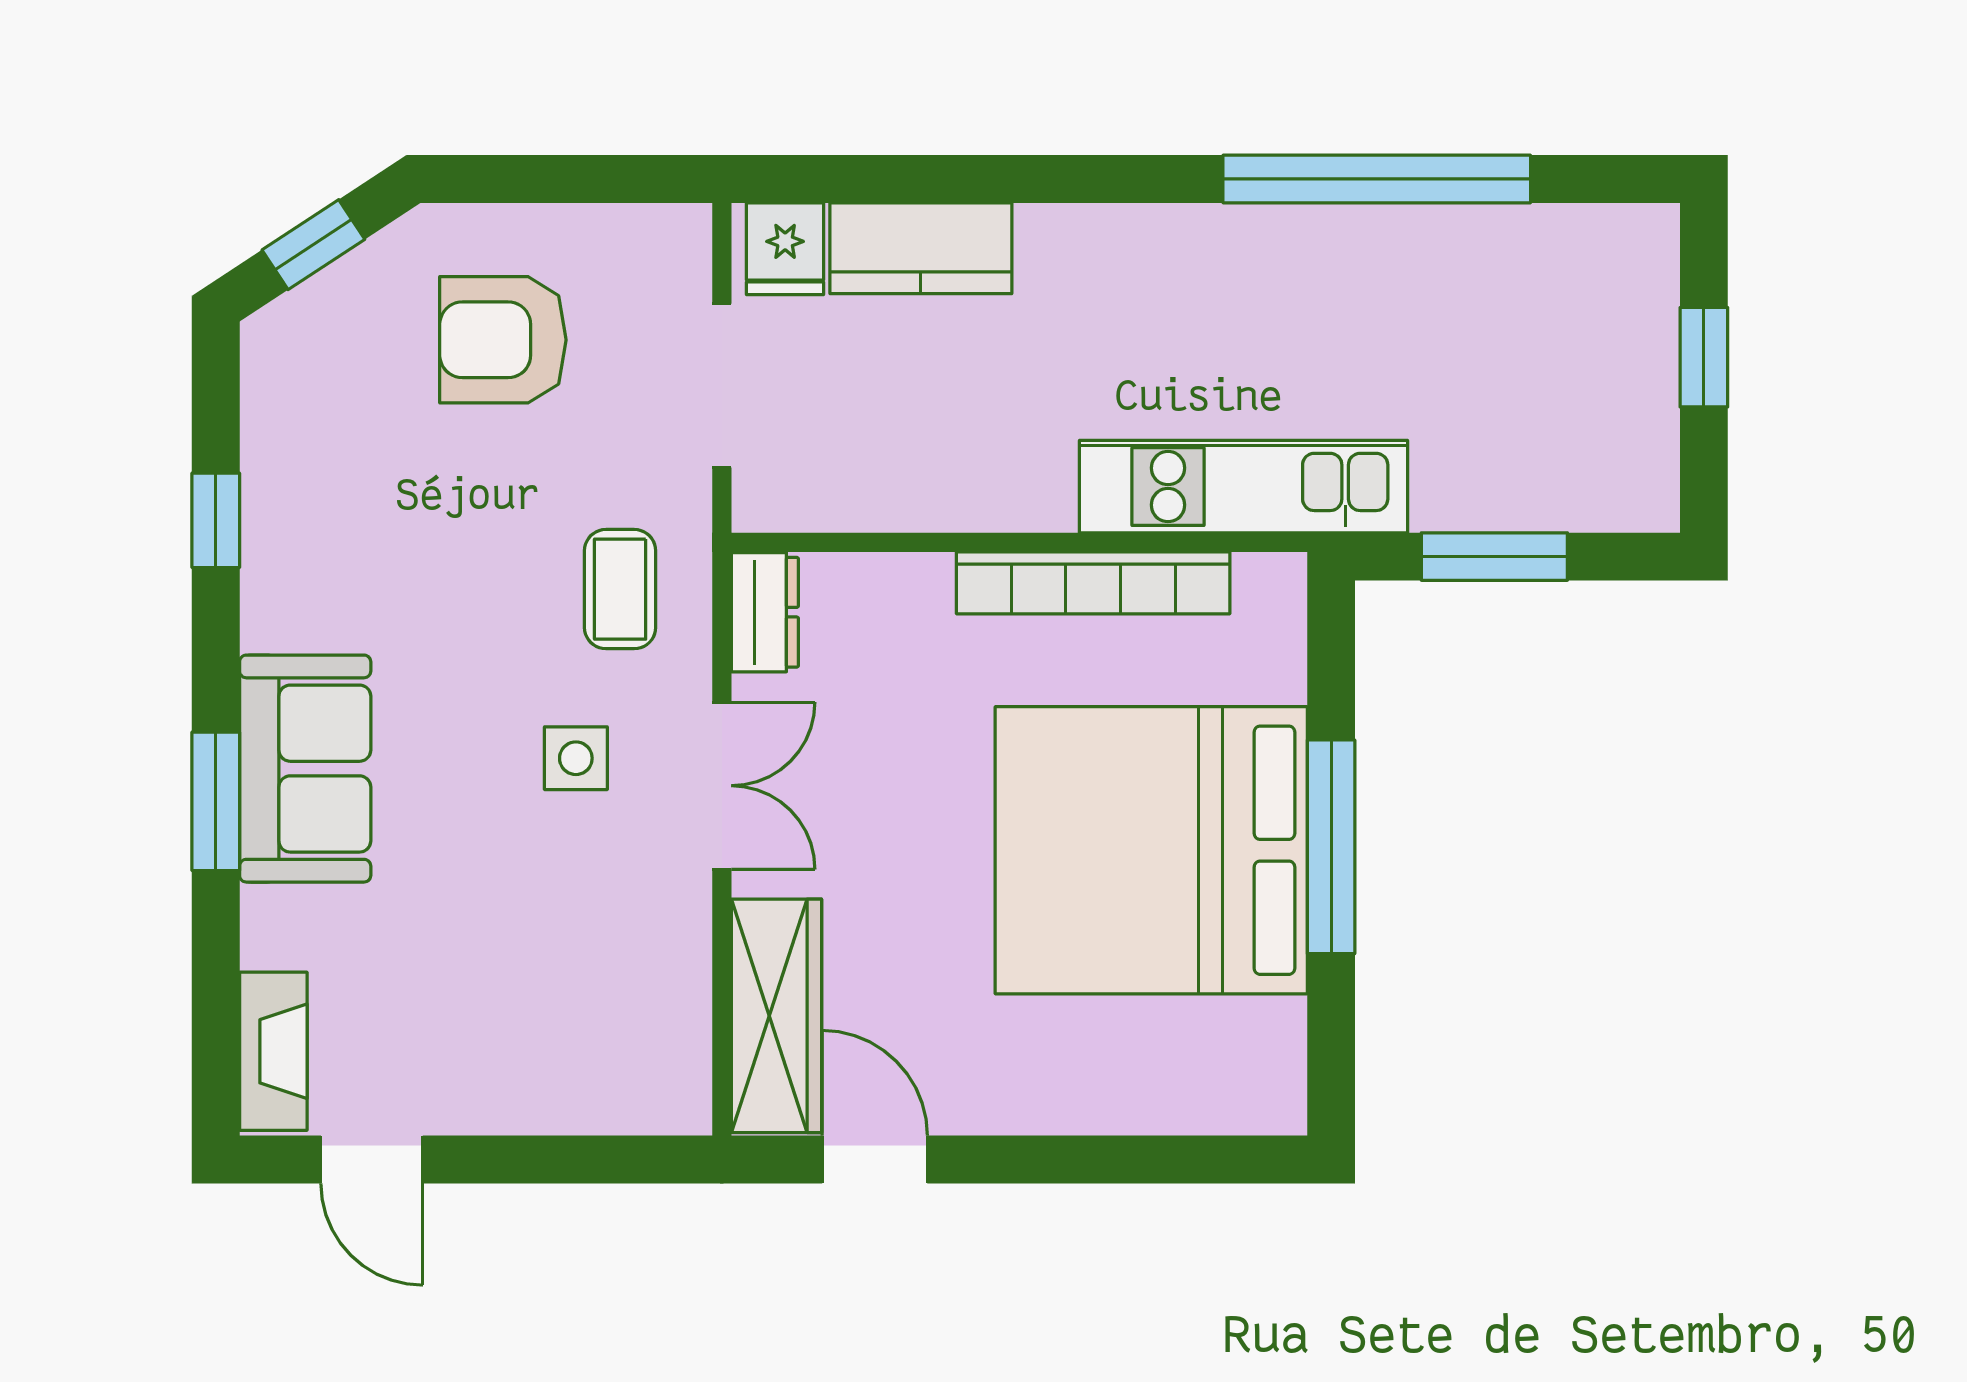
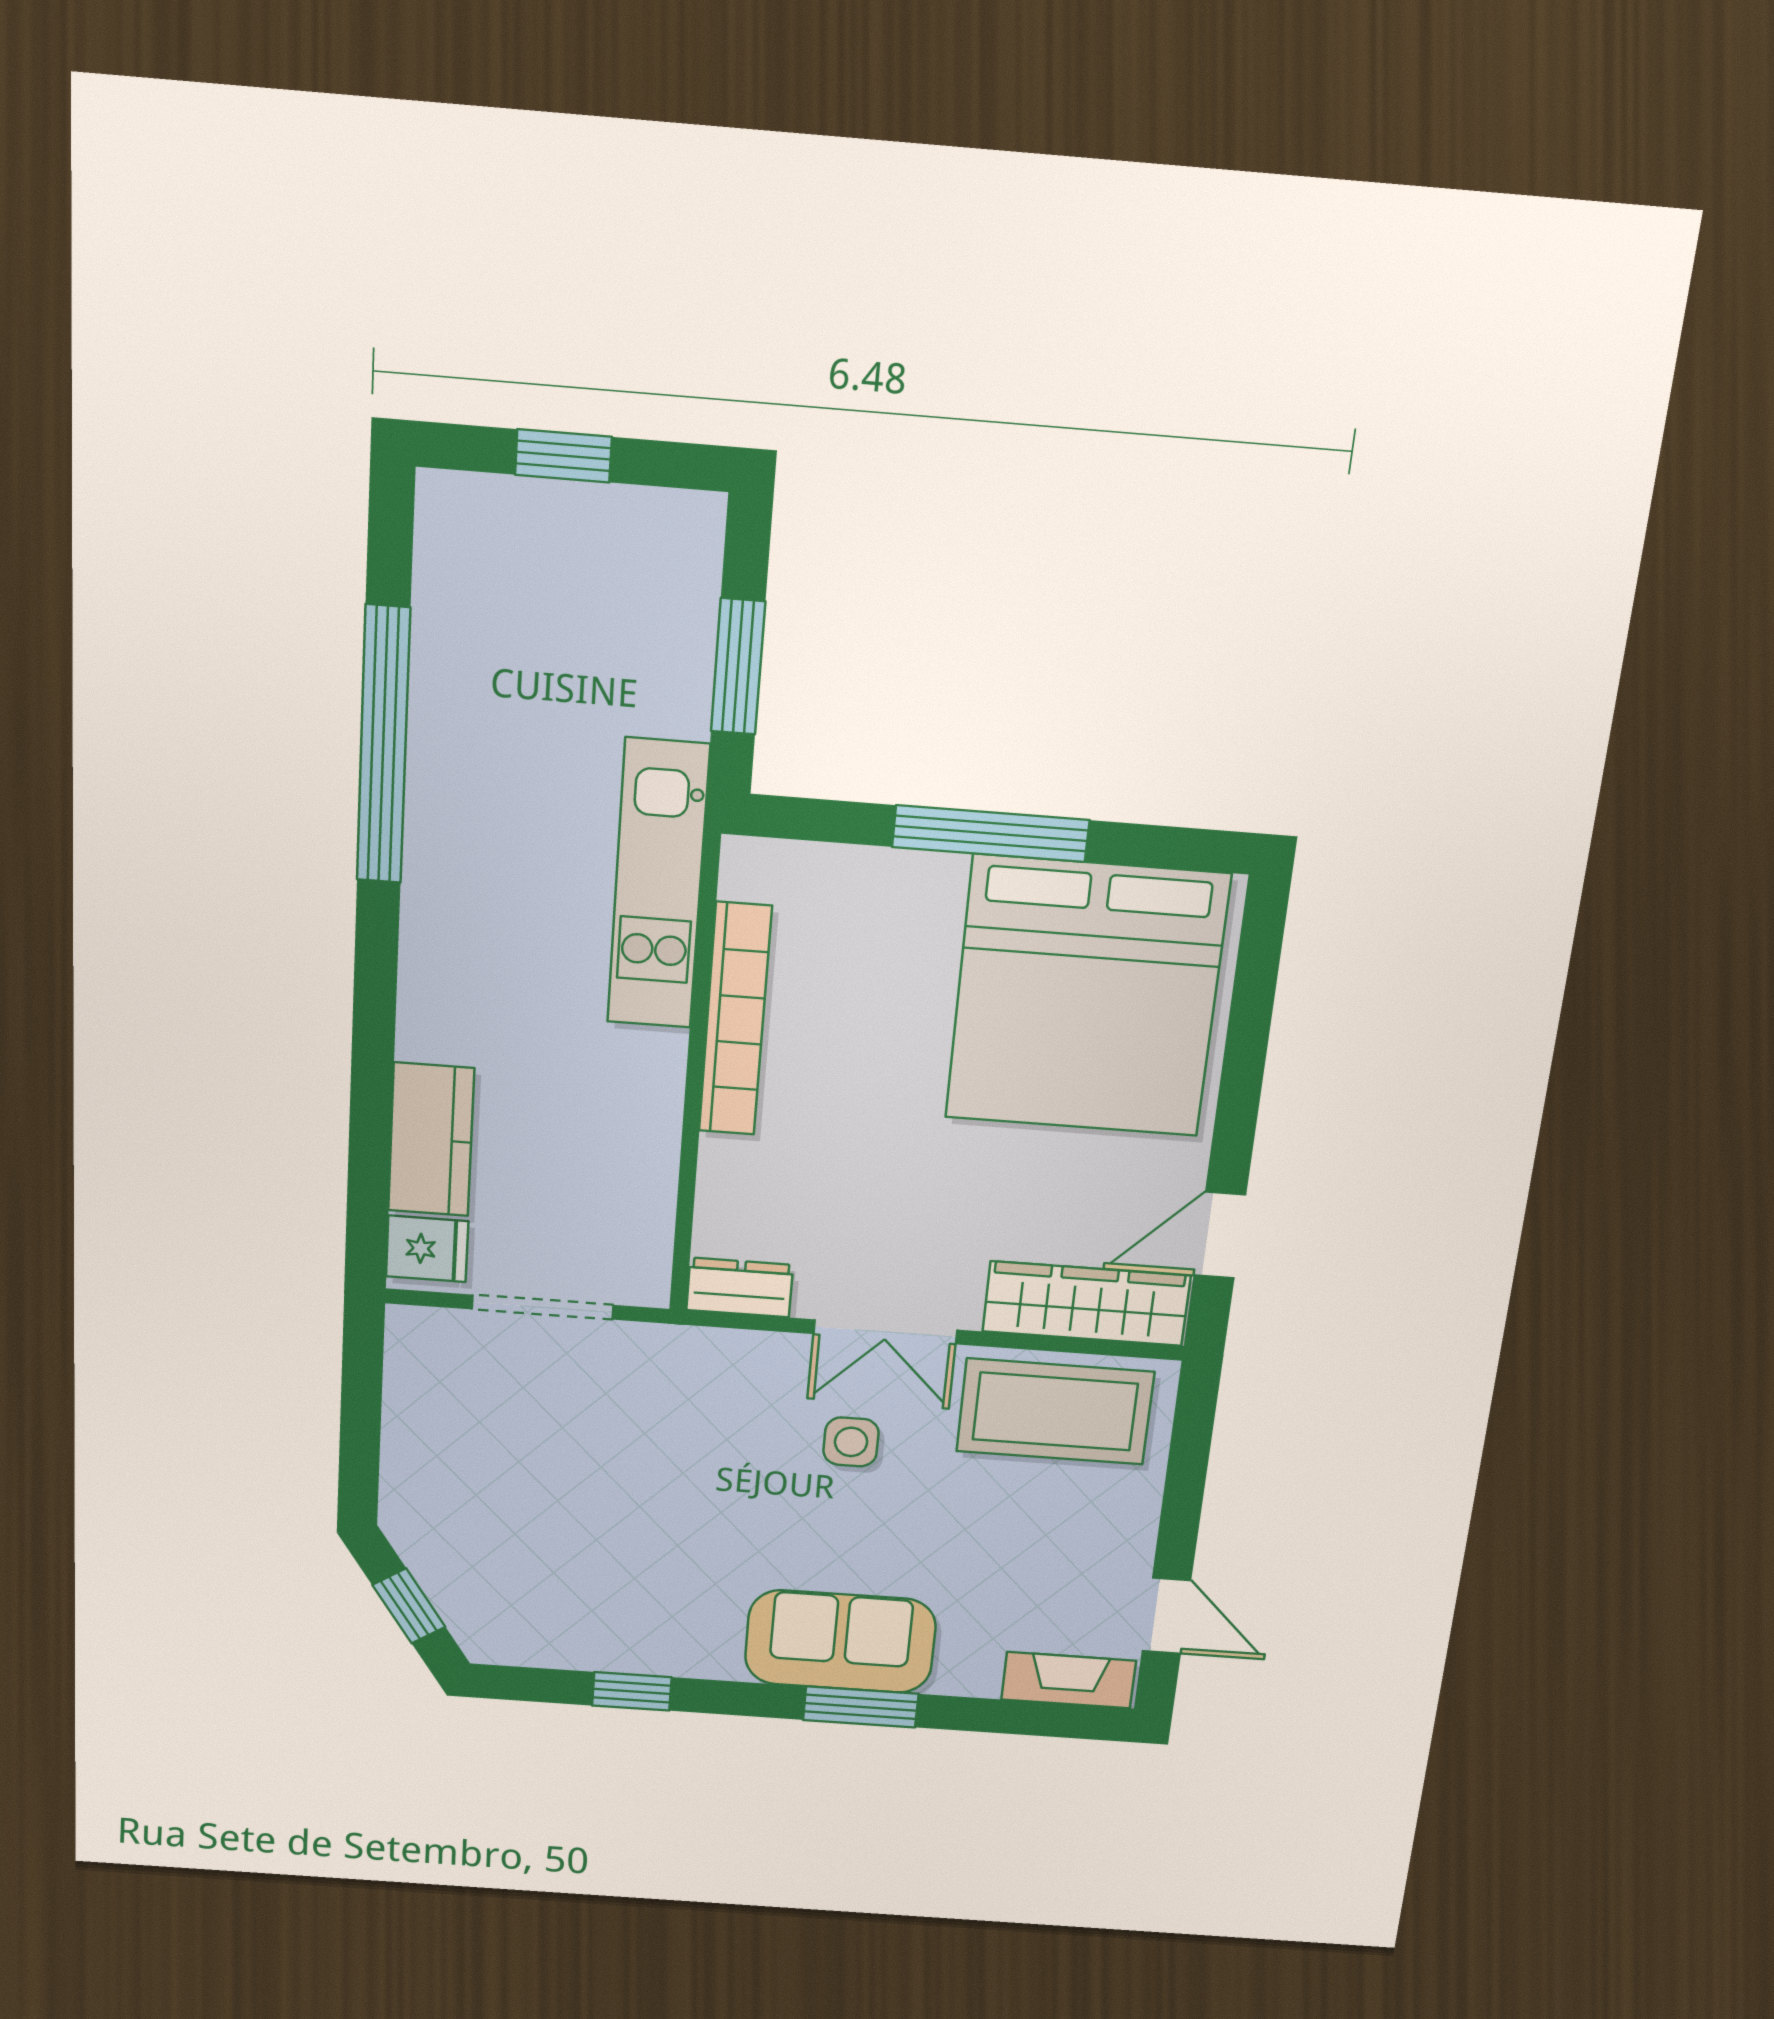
armchair: (503, 340) -> (495, 1472), removed
coffee table: (620, 589) -> (1055, 1412), moved, width x1.86, depth x1.72
double door: (722, 786) -> (885, 1332), swing flipped
bed: (1151, 850) -> (1087, 997), moved
door: (372, 1159) -> (1166, 1616), hinge flipped

